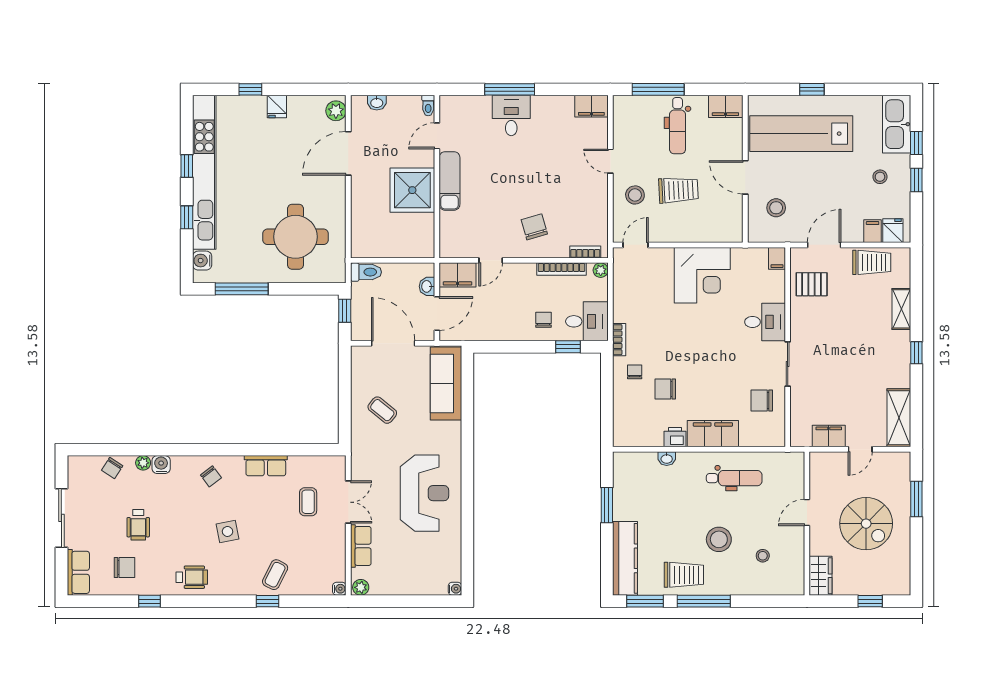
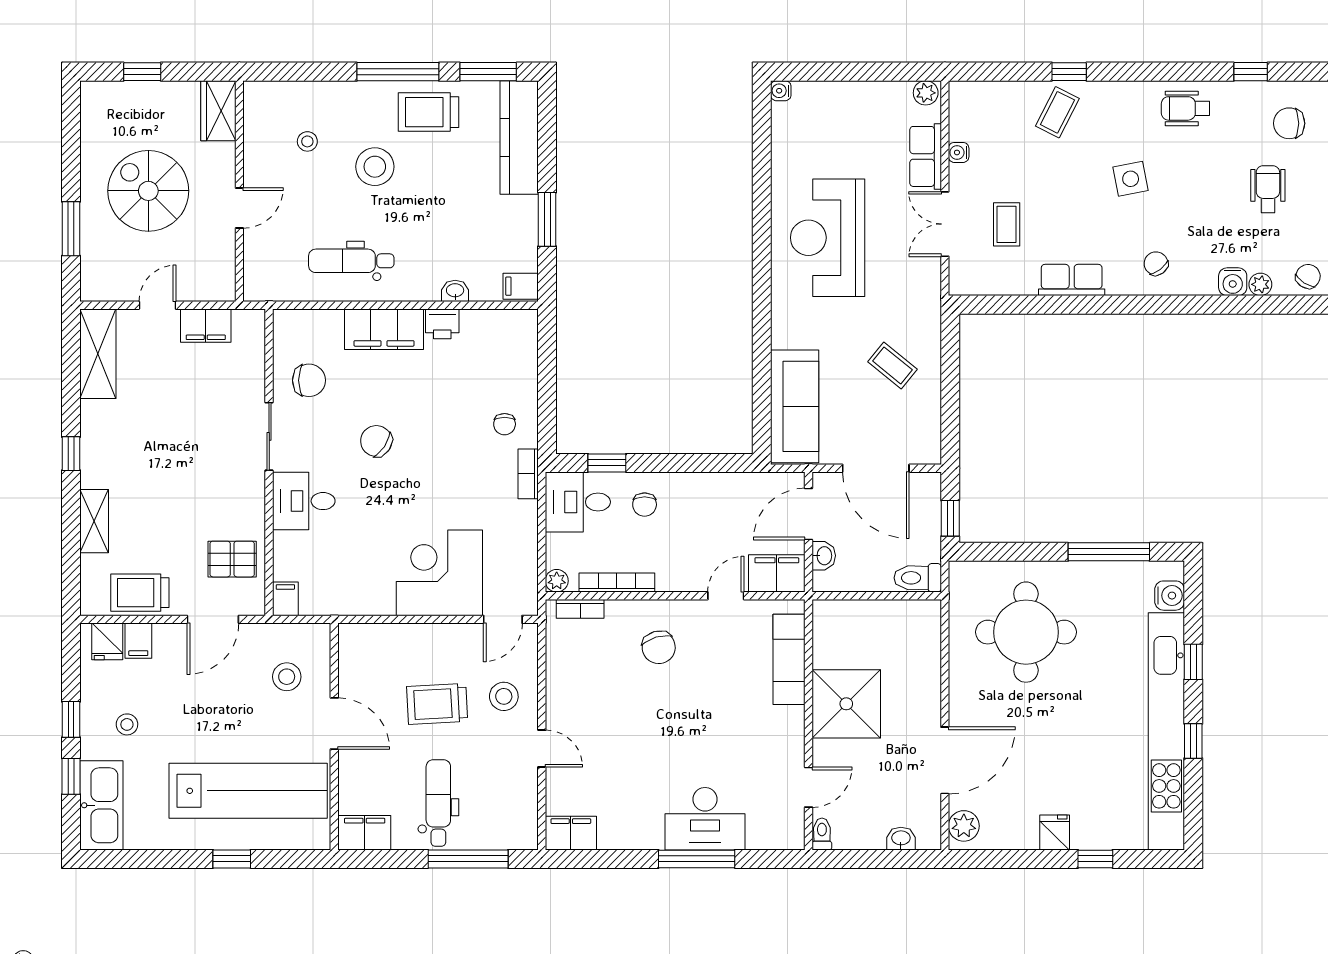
desk: (511, 115) -> (705, 819), width x1.37
exam couch: (450, 181) -> (789, 659), moved
corner desk: (702, 275) -> (439, 573), moved
chair: (665, 389) -> (376, 441), moved, turned -146
filing cabinet: (624, 462) -> (521, 286), added
water cooler: (339, 589) -> (959, 152), moved

